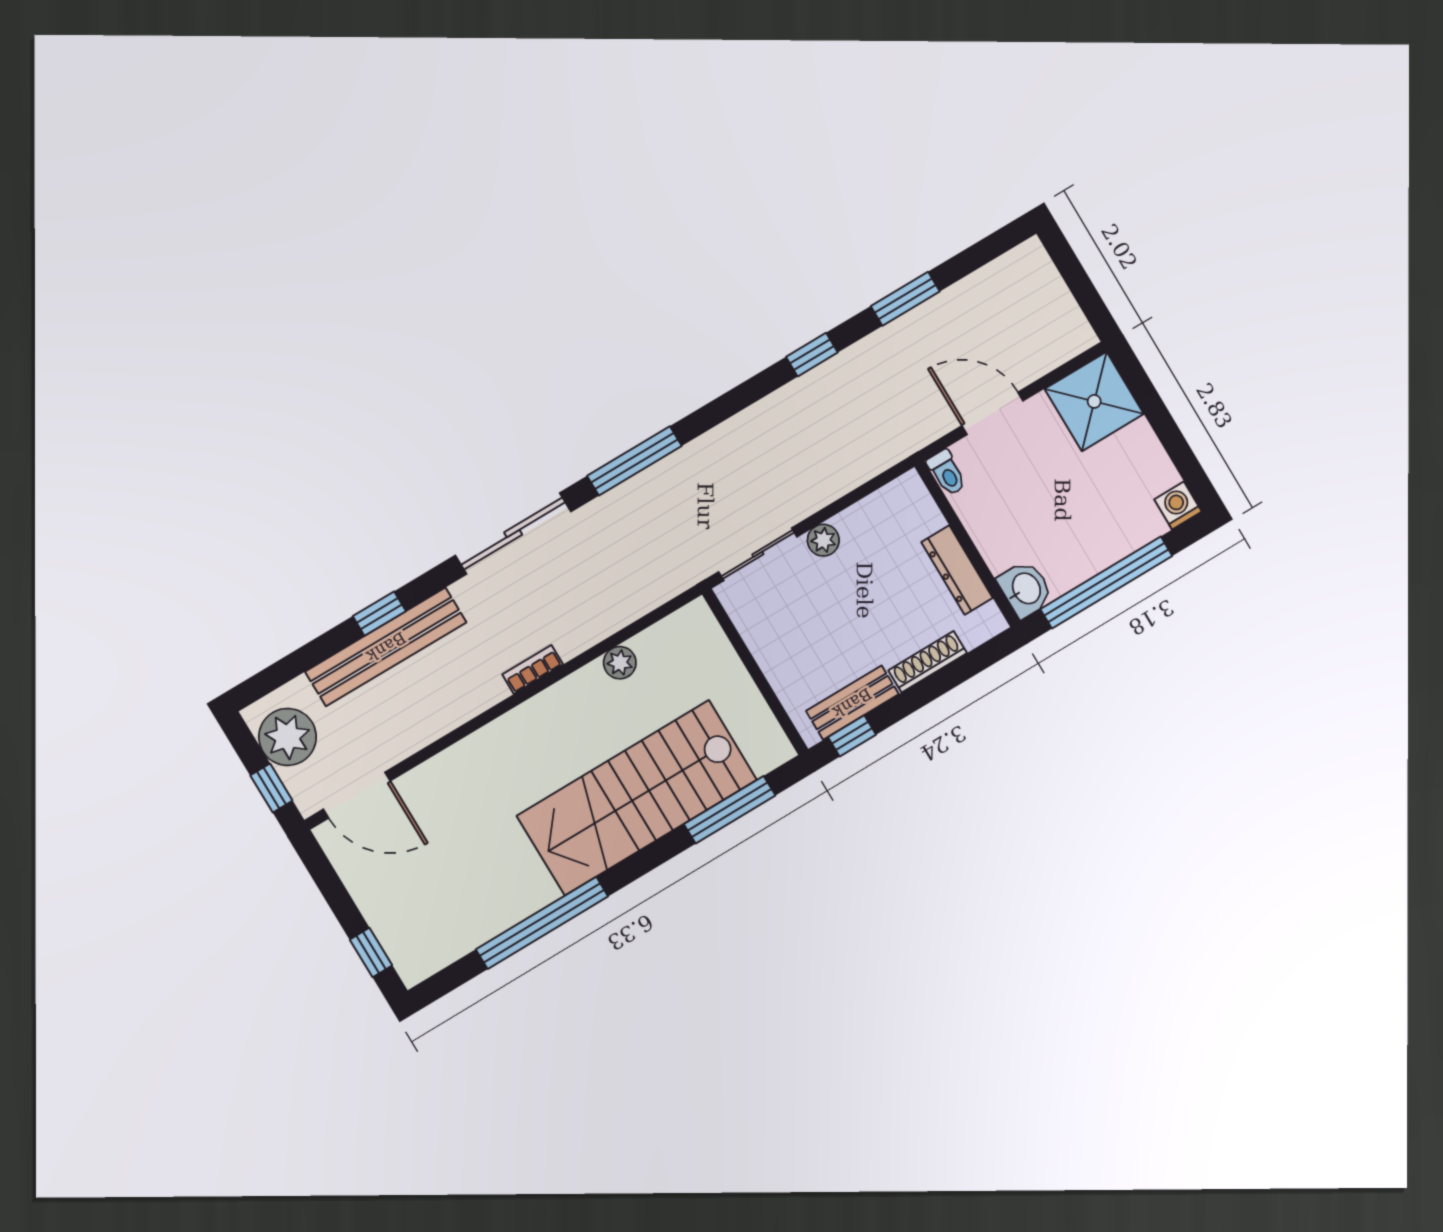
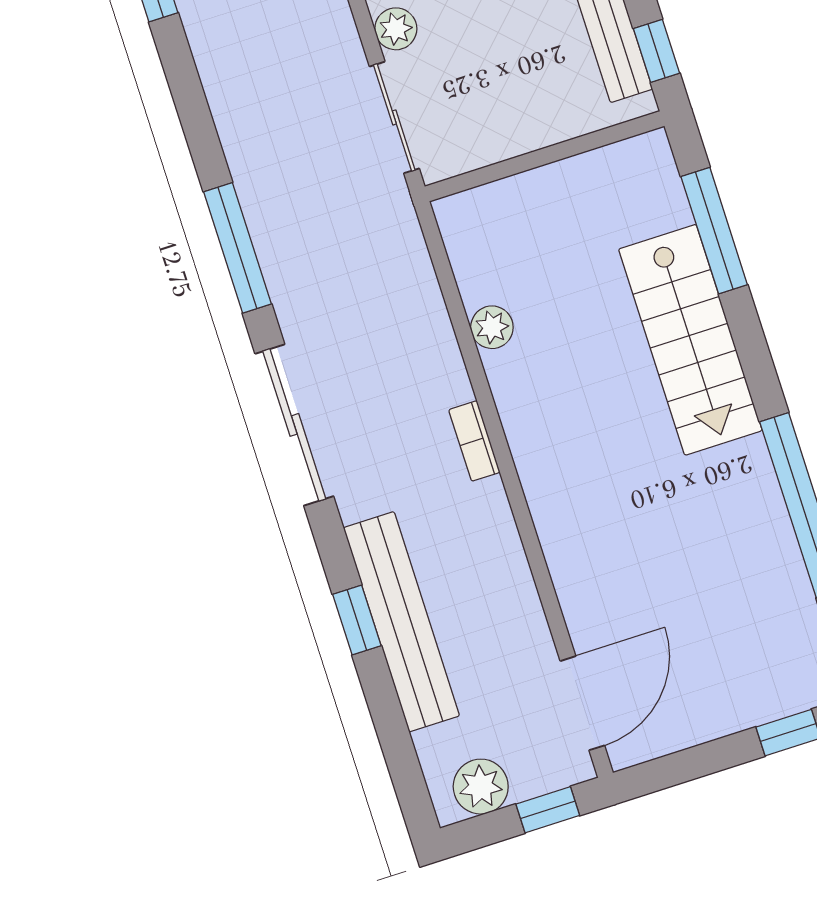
plant: (287, 737) -> (481, 787), width x0.73, depth x0.73
stairs: (637, 798) -> (690, 340), width x0.73, depth x0.66

